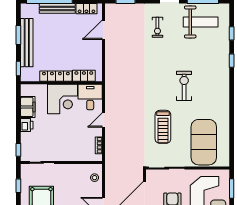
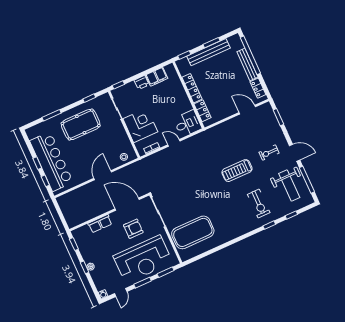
exercise bike: (184, 86) -> (259, 203), moved, turned 90
corner desk: (62, 99) -> (140, 125), moved, turned 180
treadmill: (163, 127) -> (237, 171), moved

